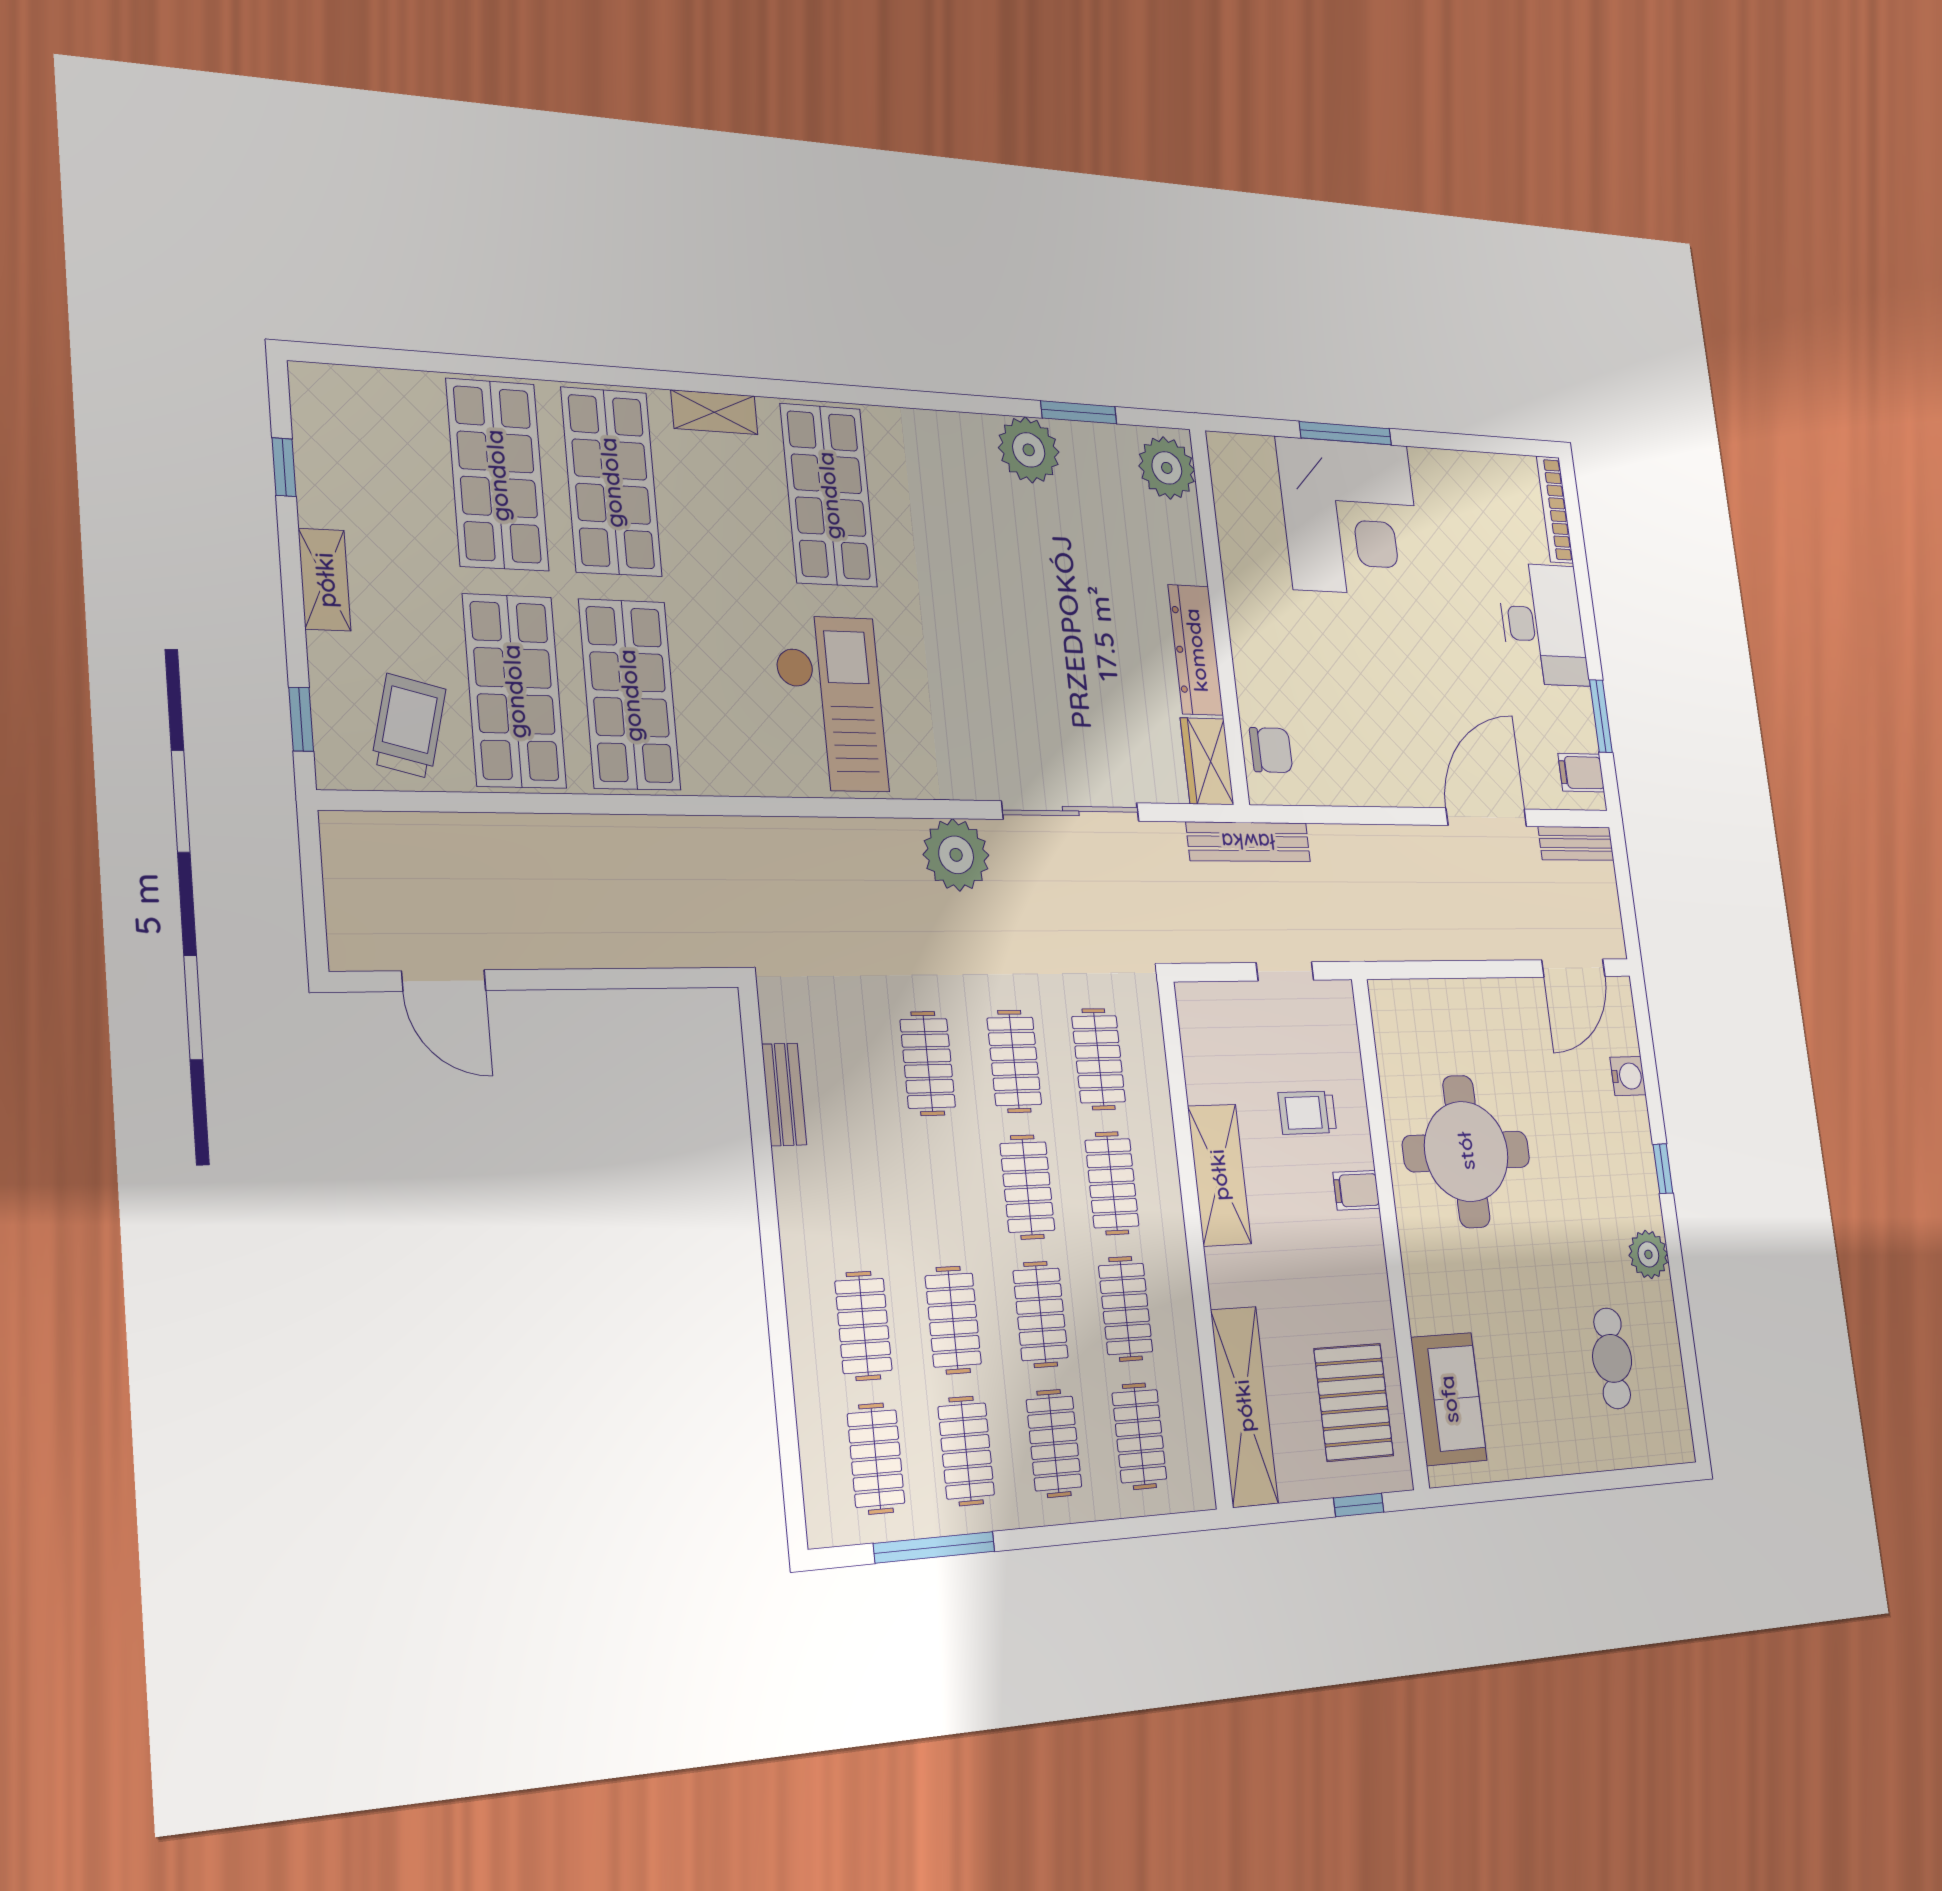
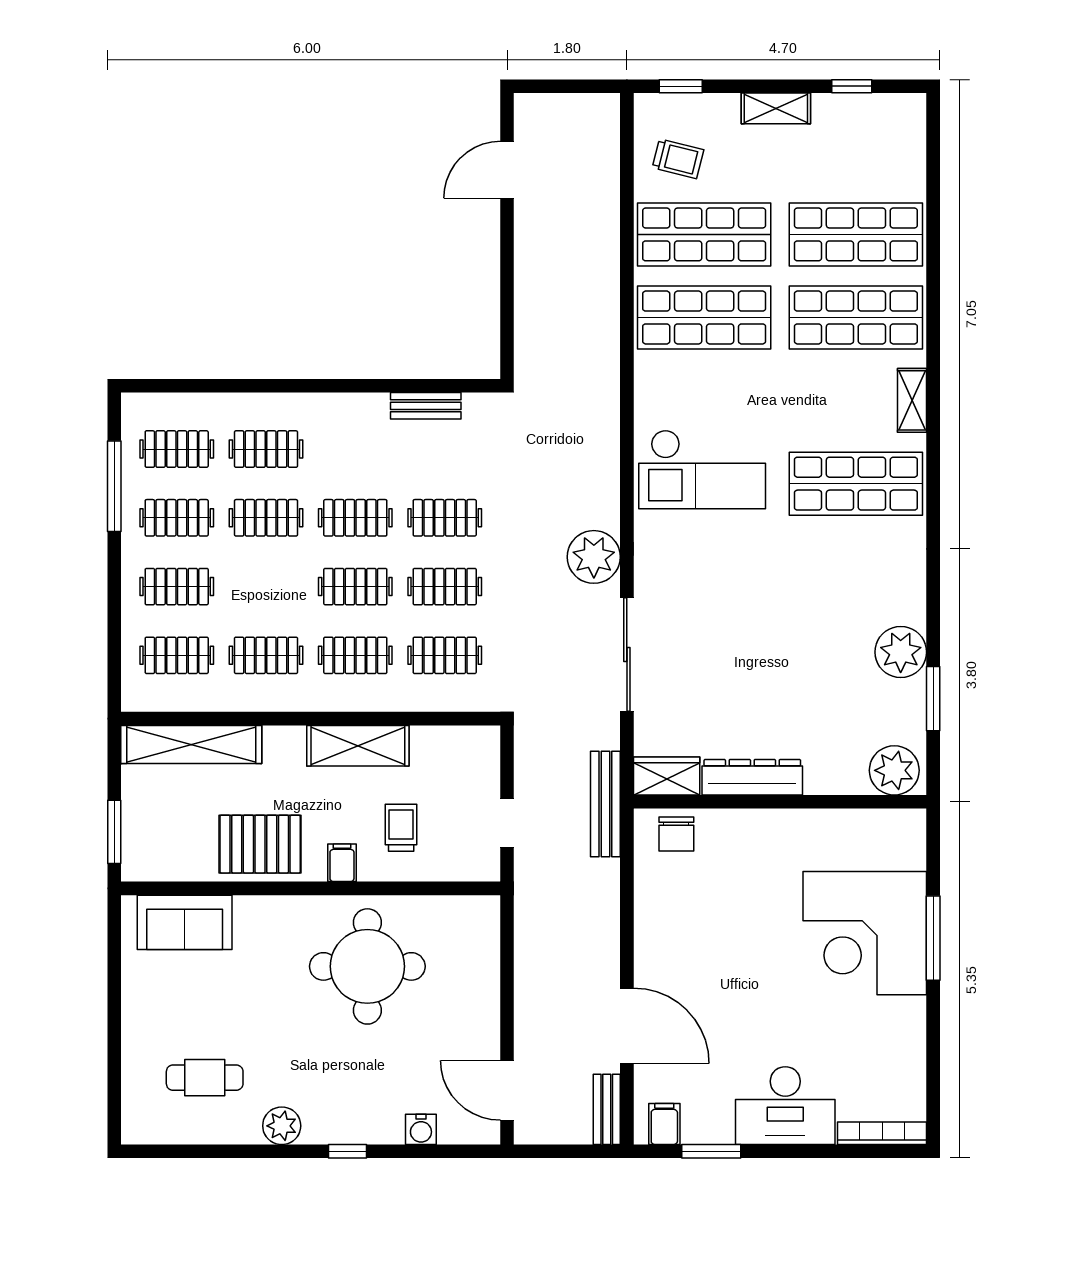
trolley: (409, 726) -> (678, 159), width x0.73, depth x0.72
clothes rail: (1041, 1314) -> (355, 518), moved
pallet: (1354, 1402) -> (260, 844), moved
window: (1359, 1505) -> (114, 832), width x1.50

